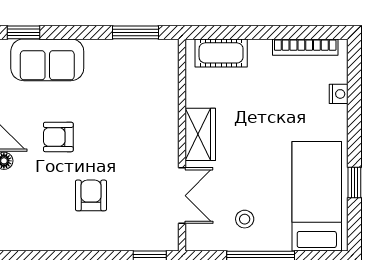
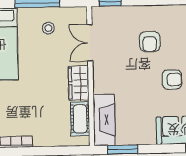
cot: (221, 53) -> (80, 119), moved, turned 90
fireplace: (163, 78) -> (104, 120), added

